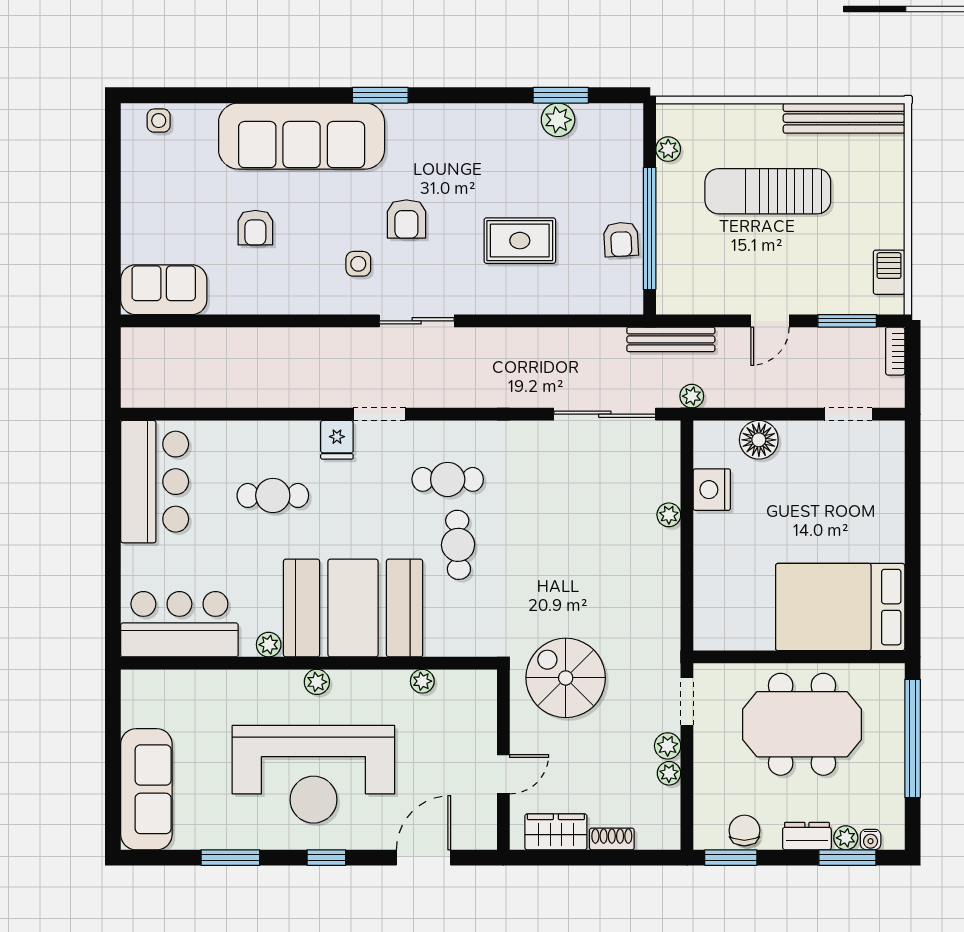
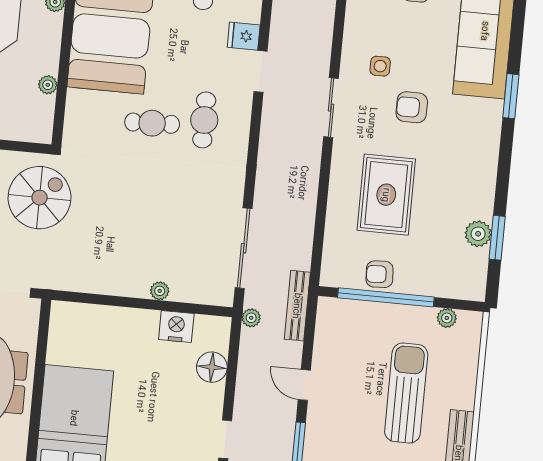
rug: (520, 241) -> (386, 195), width x1.36, depth x1.43

